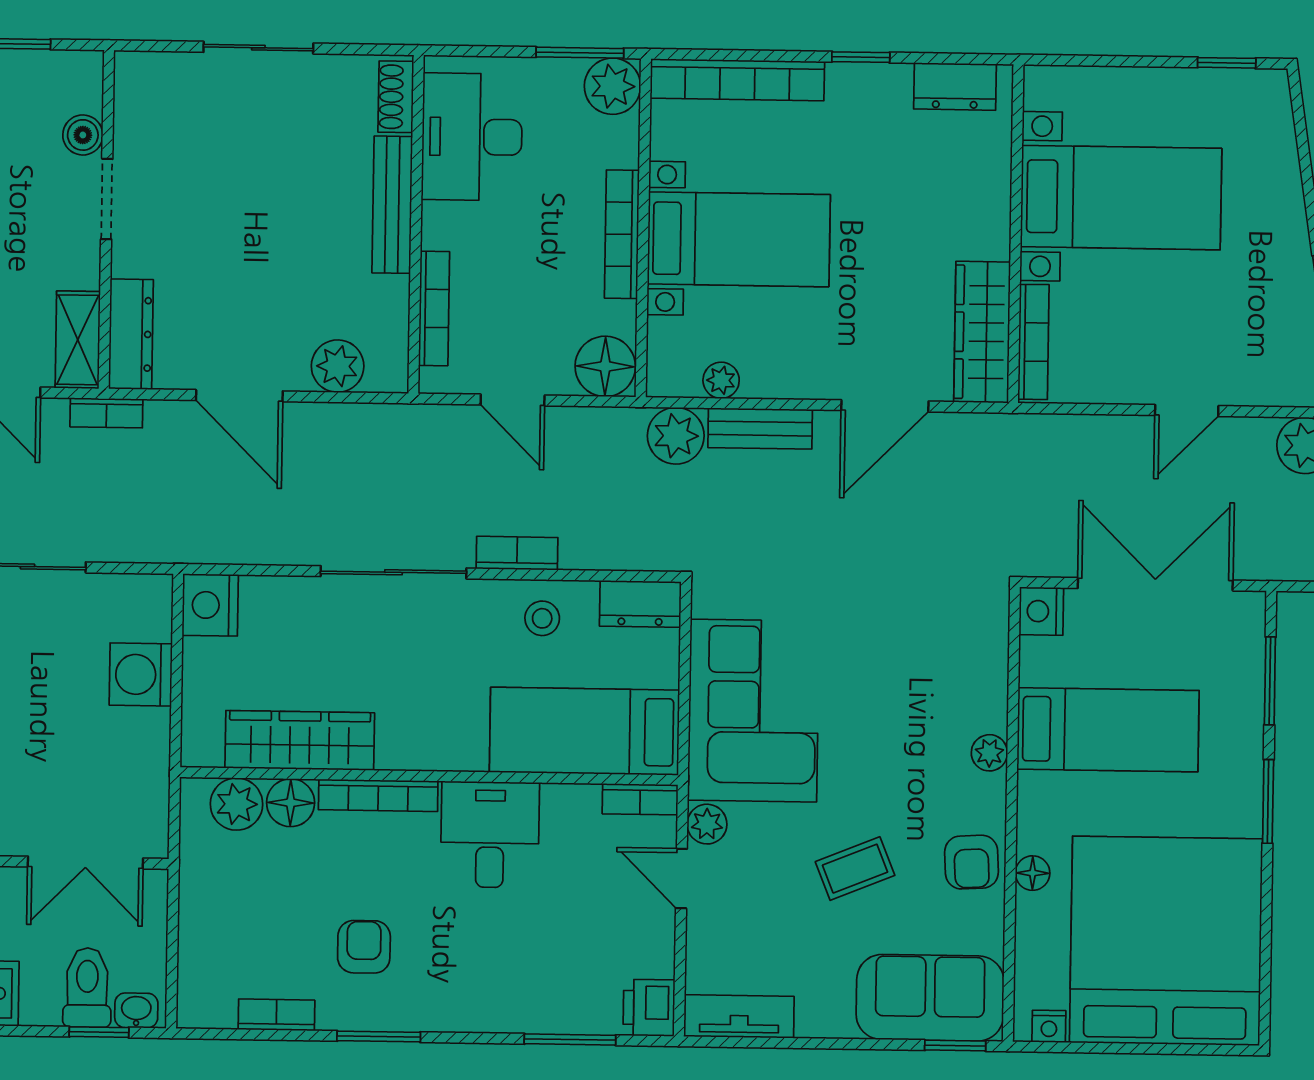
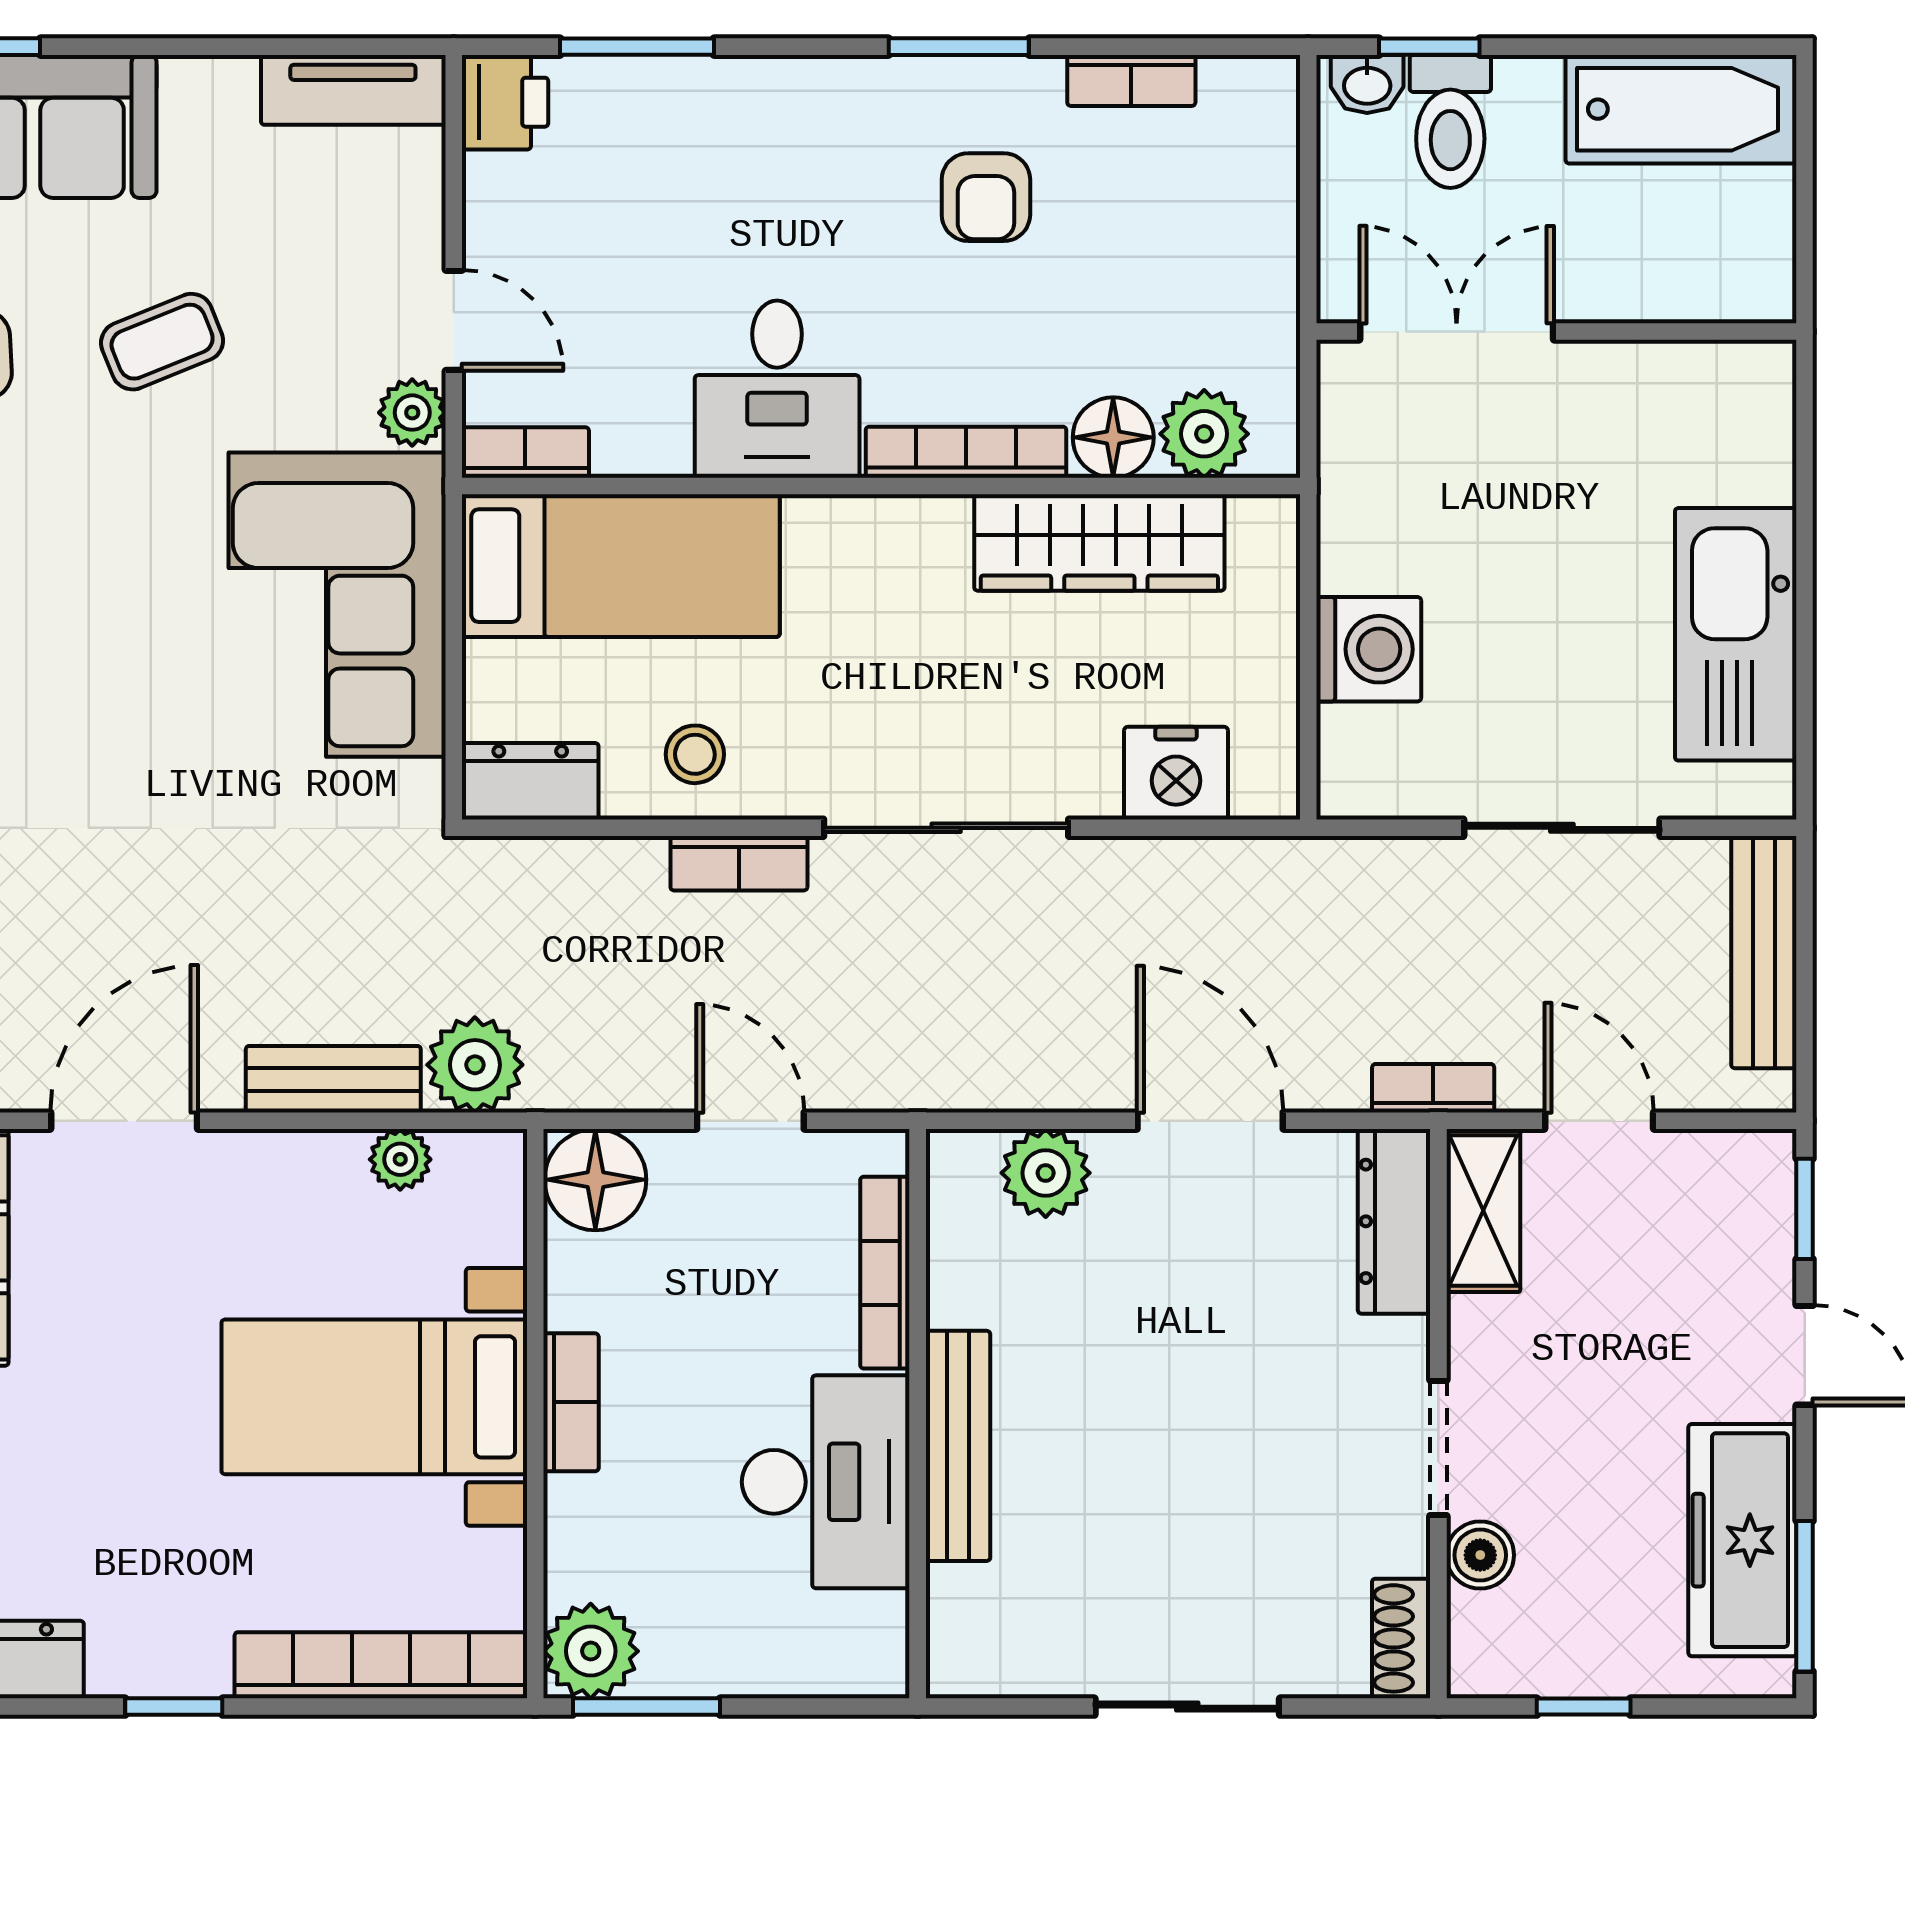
shoe rack: (396, 97) -> (1401, 1638), moved, turned 180
desk: (472, 137) -> (826, 1482), moved
bookcase: (622, 234) -> (571, 1402), width x0.64
nightstand: (210, 605) -> (1176, 773), moved, turned 90

